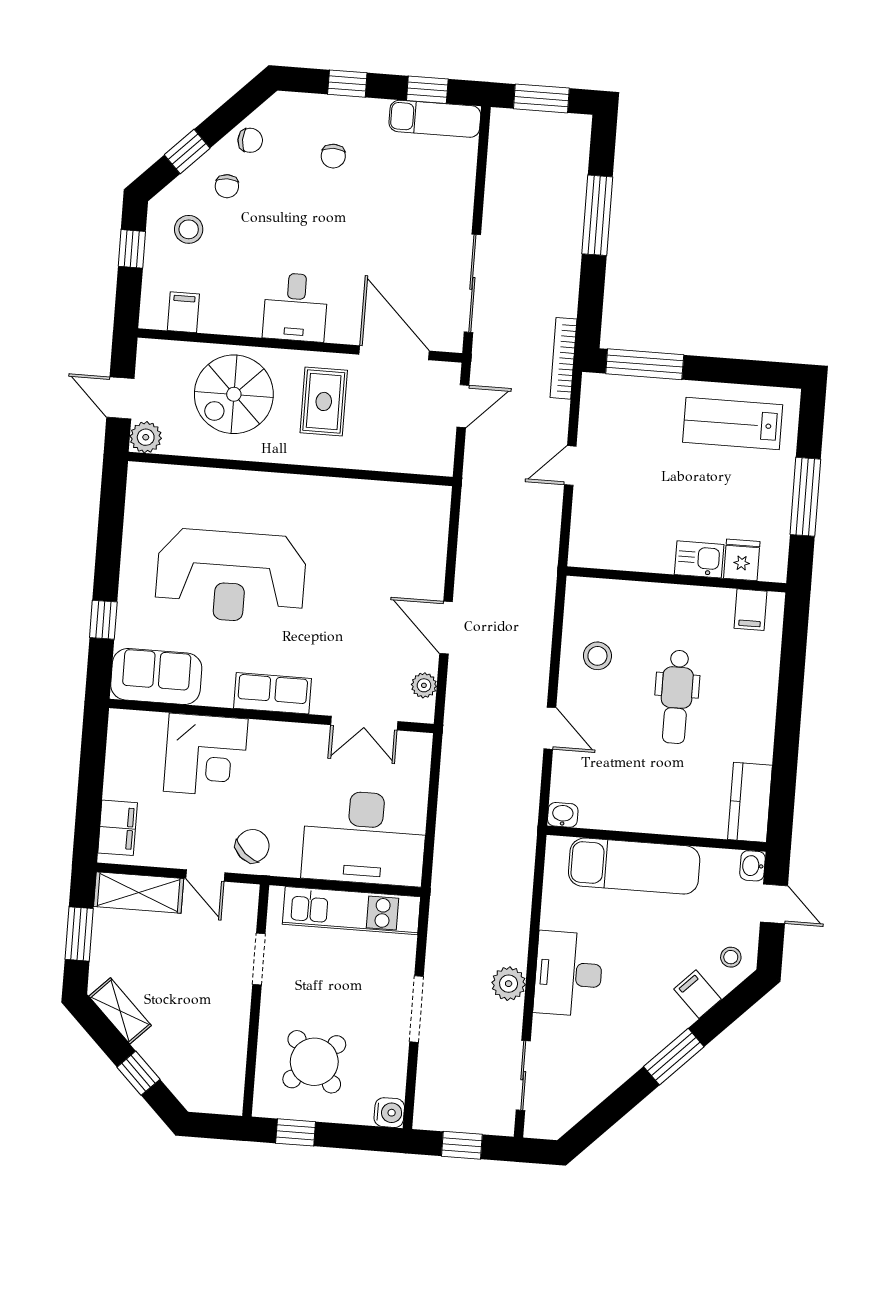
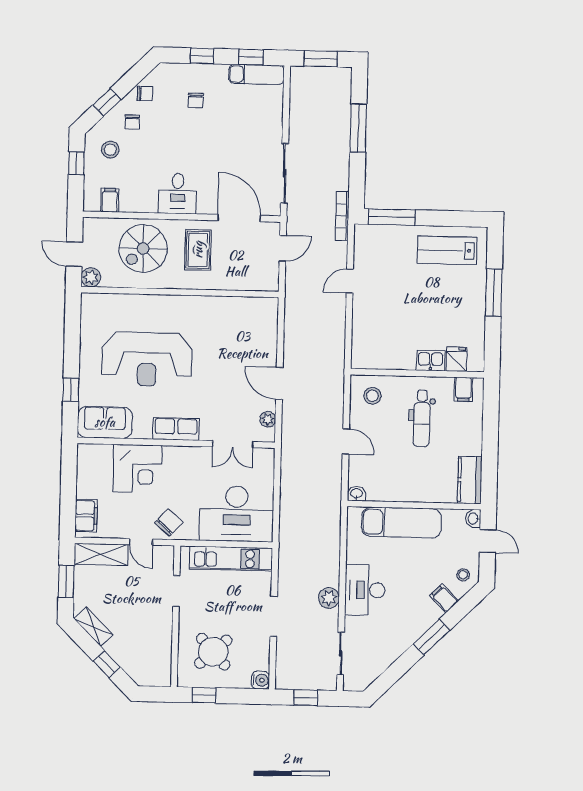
kitchen sink: (699, 559) -> (431, 360), moved
fridge: (742, 560) -> (456, 359), moved
wall: (676, 579) -> (417, 373), moved
filing cabinet: (751, 610) -> (463, 389), moved

